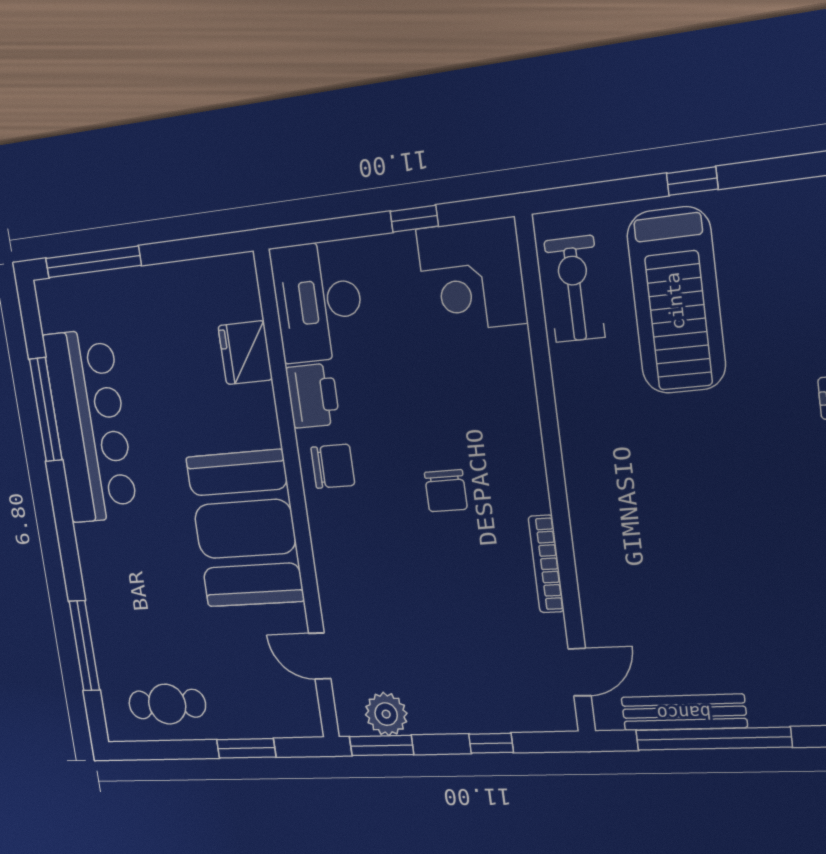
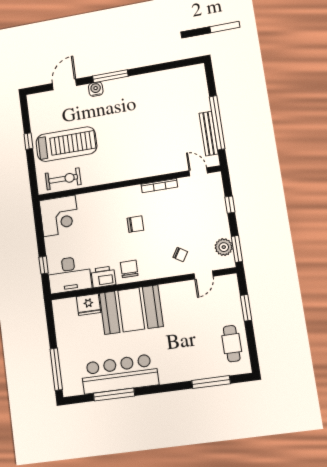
window: (414, 219) -> (44, 265), moved
exercise bike: (575, 289) -> (63, 179), turned 180
booth: (245, 529) -> (131, 310), moved
chair: (368, 603) -> (180, 255), added

